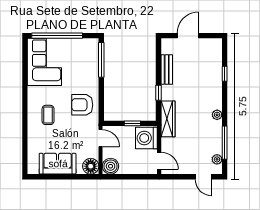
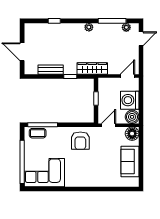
coffee table: (48, 115) -> (38, 133), moved
washing machine: (146, 138) -> (130, 100), moved, turned 90

